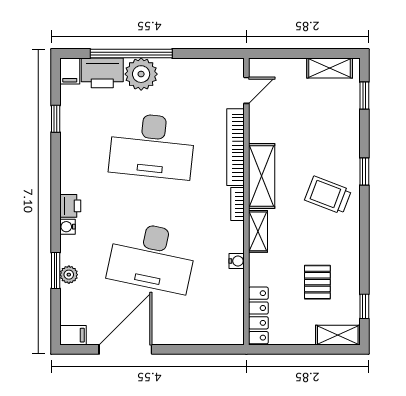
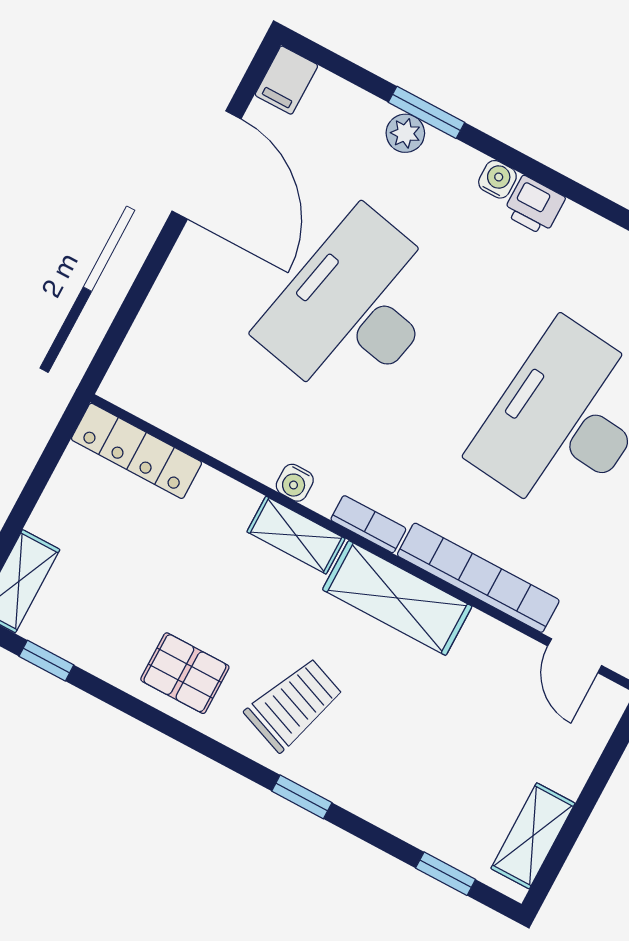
water cooler: (237, 261) -> (295, 483), moved
pallet: (317, 282) -> (185, 673), moved

